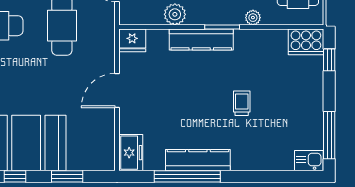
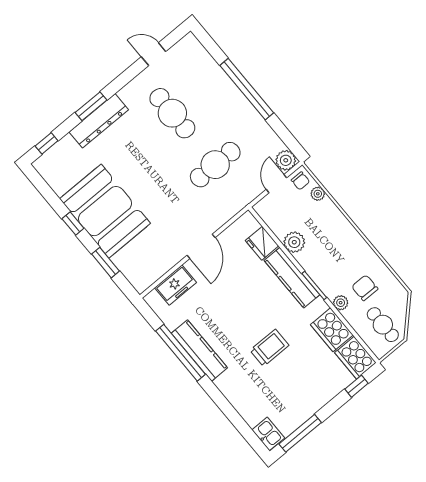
fridge: (132, 40) -> (262, 243), moved
cooker: (269, 42) -> (332, 330), added
door: (117, 90) -> (201, 246), swing flipped
trolley: (242, 103) -> (269, 348), width x1.36, depth x1.39
freezer: (131, 153) -> (176, 285), moved

